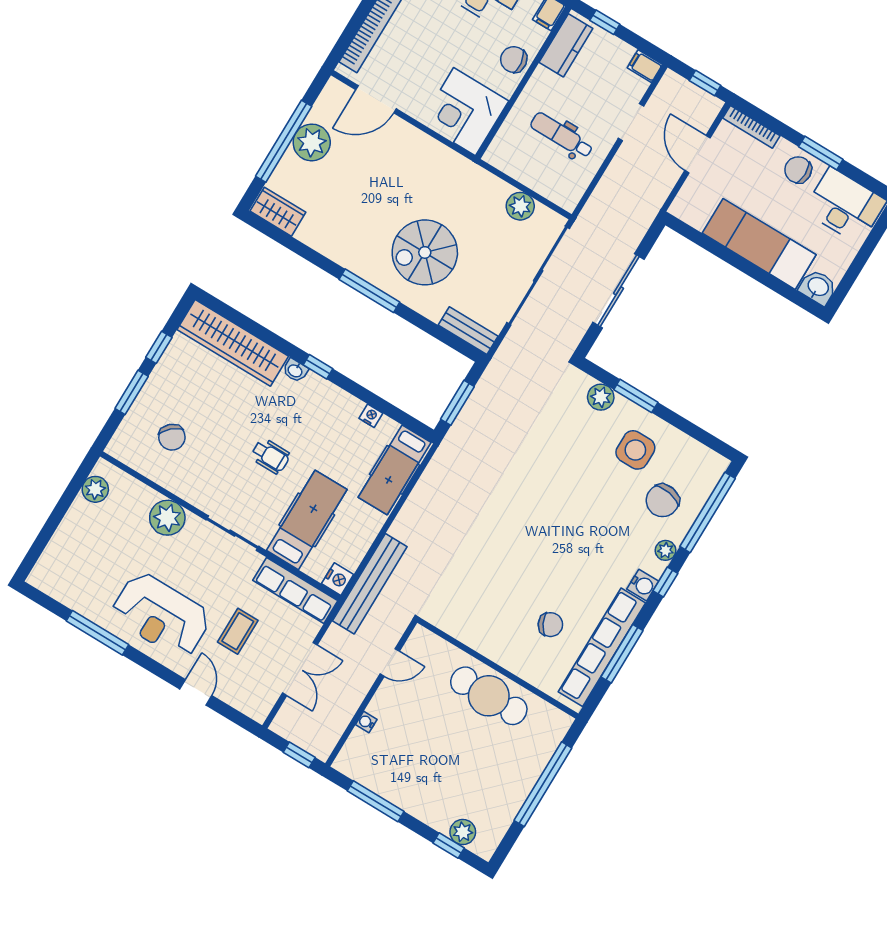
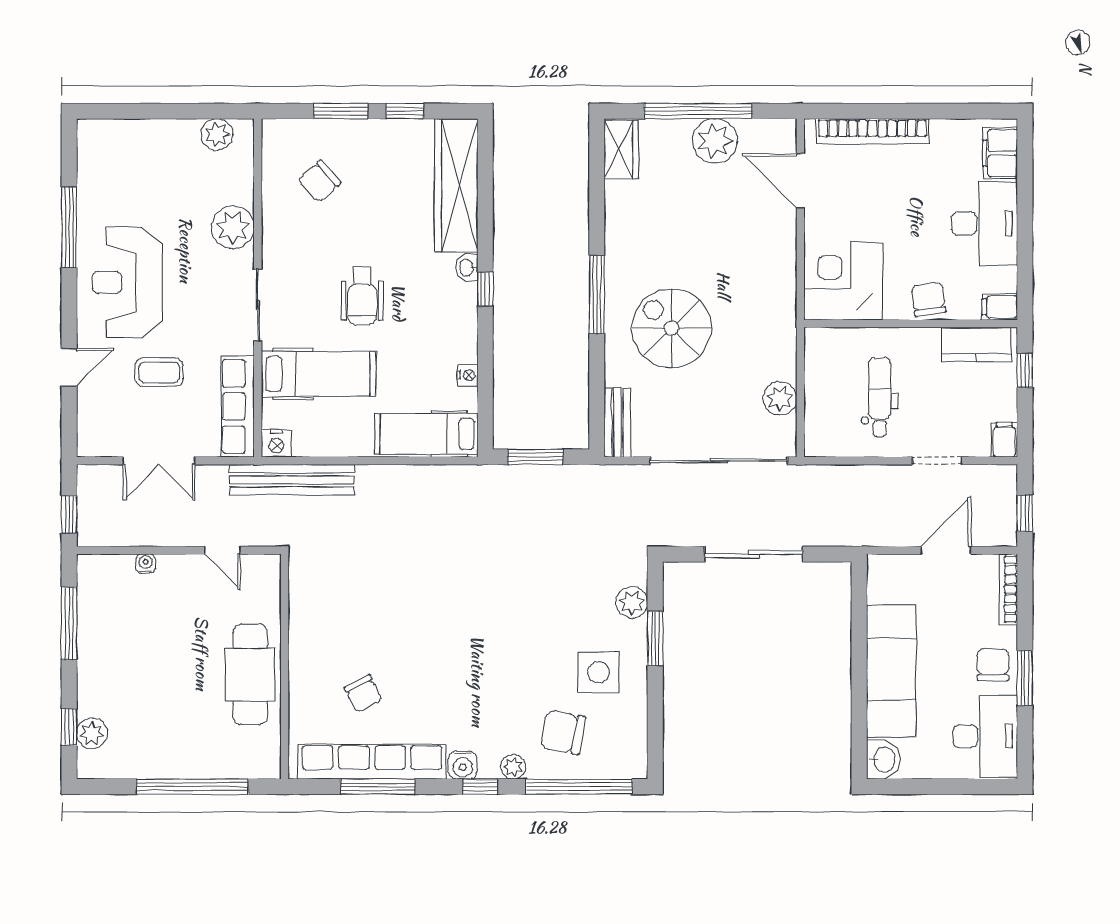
wheelchair: (270, 456) -> (362, 296), width x1.36, depth x1.37

